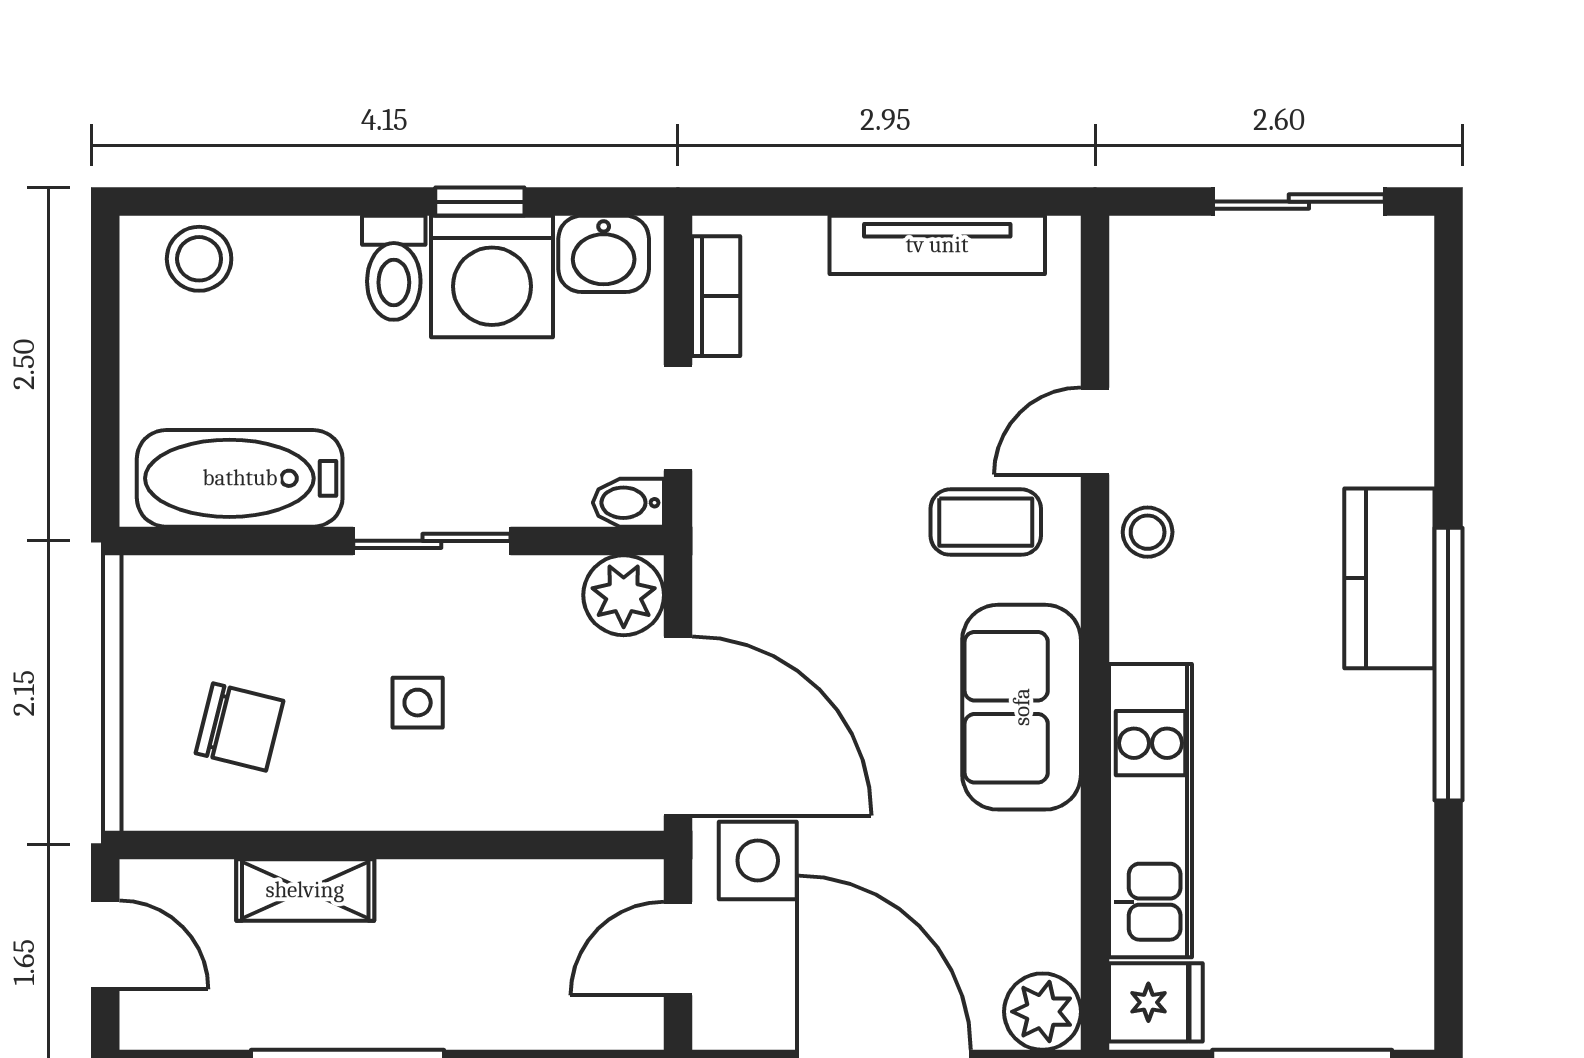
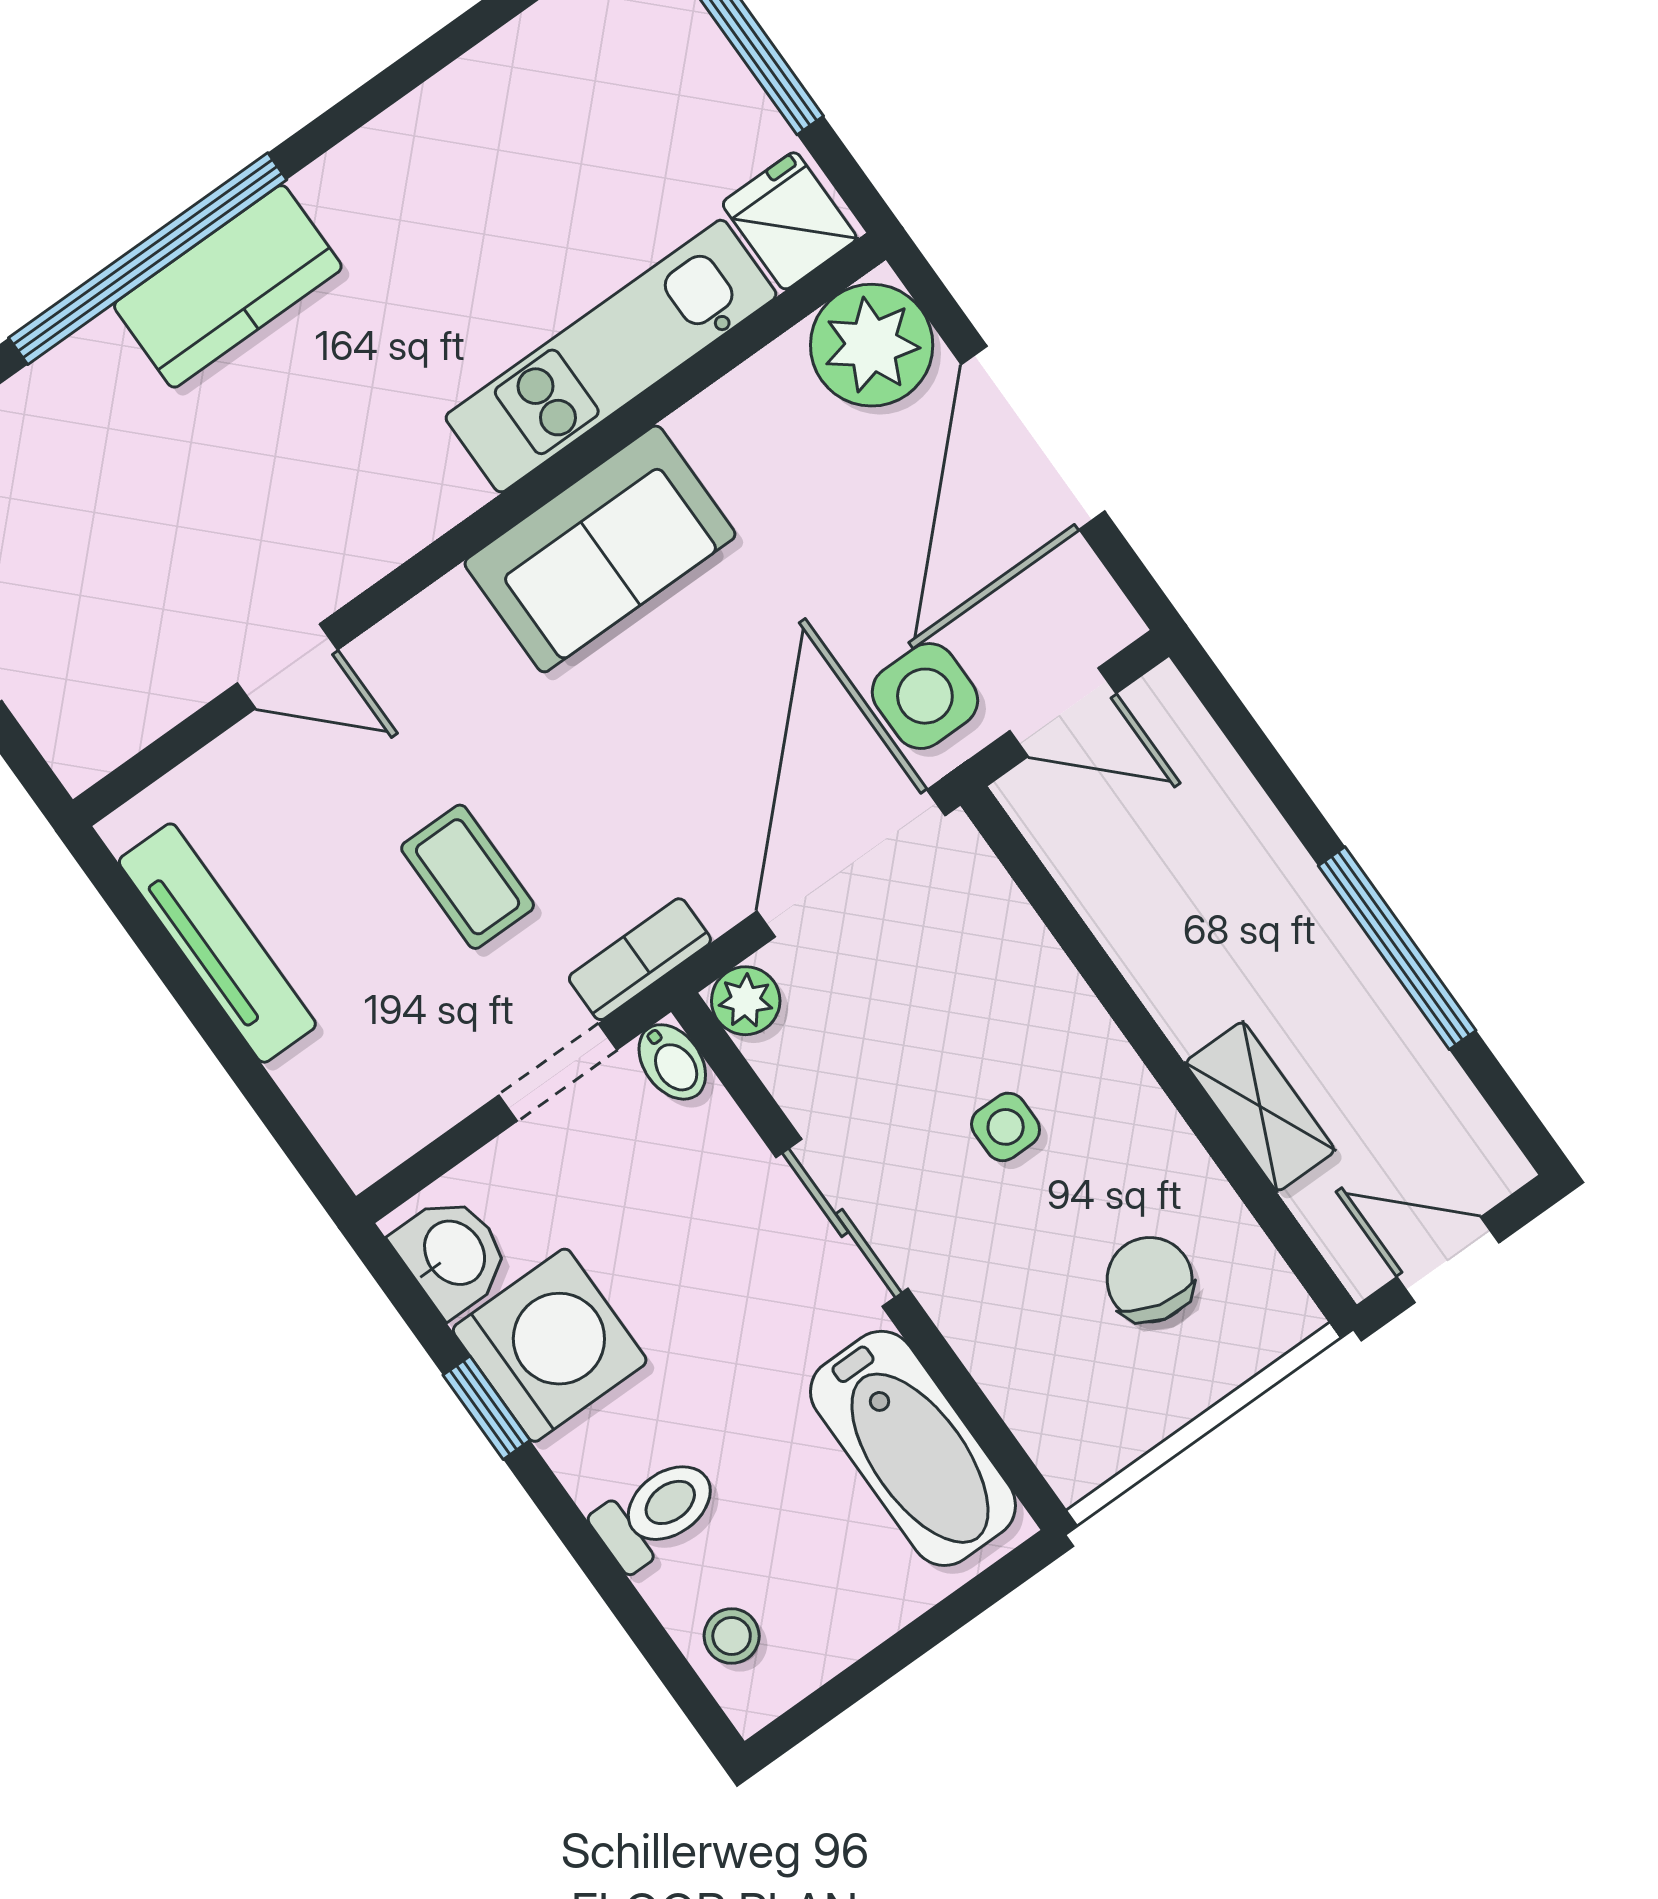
stool: (199, 259) -> (732, 1636), width x0.73, depth x0.73
toilet: (394, 268) -> (656, 1512), moved
bookcase: (716, 296) -> (640, 959), moved
coffee table: (986, 522) -> (468, 877), moved
stool: (1148, 532) -> (348, 548), removed
plant: (624, 595) -> (746, 1001), width x0.73, depth x0.73
window: (1448, 664) -> (148, 259), moved
door: (105, 945) -> (1448, 1260), hinge flipped
plant: (1043, 1012) -> (872, 345), width x1.36, depth x1.36

